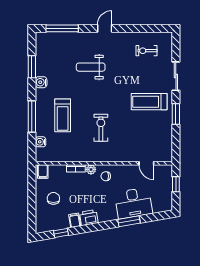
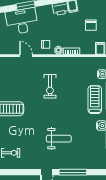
window: (62, 28) -> (73, 172), moved
treadmill: (63, 115) -> (95, 99), moved
door: (146, 163) -> (26, 56), moved

